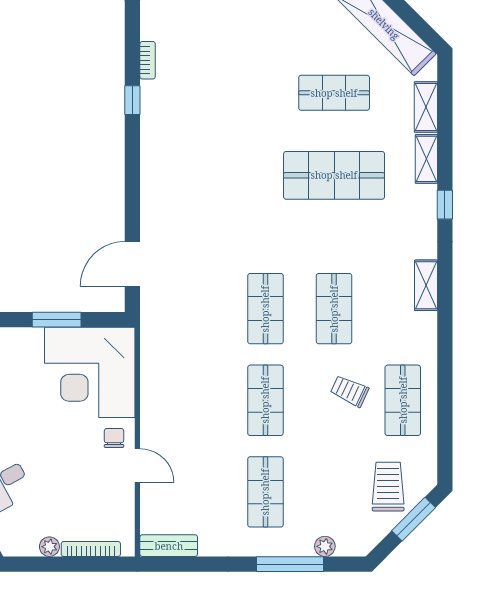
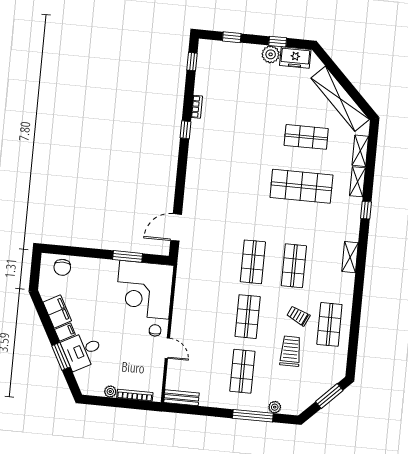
trolley: (388, 487) -> (290, 351), moved

